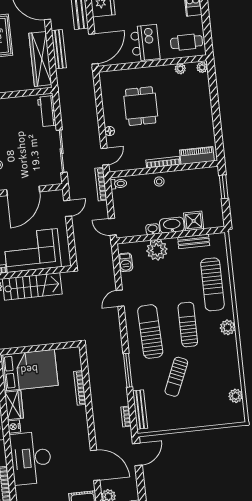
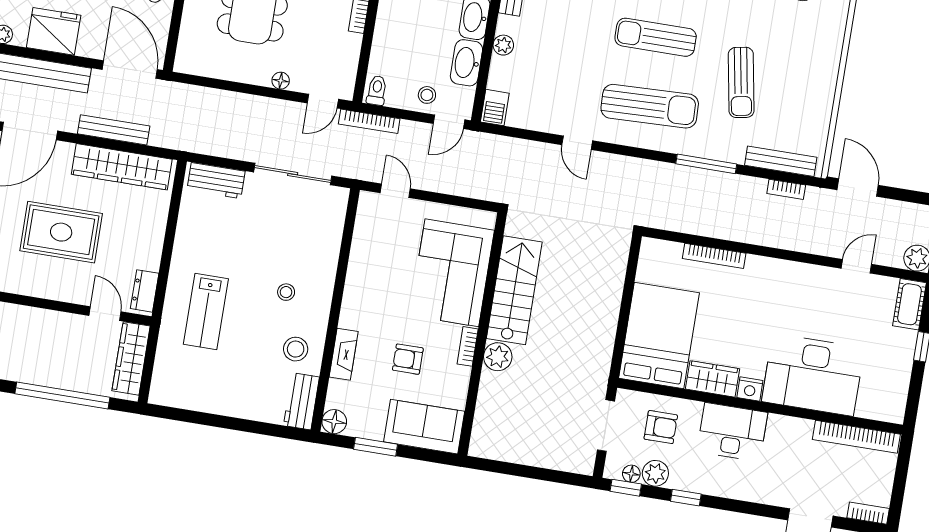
door: (105, 157) -> (323, 101), swing flipped
stool: (159, 181) -> (427, 95), moved
door: (23, 191) -> (343, 260), removed
washbasin: (153, 229) -> (466, 63), width x1.91, depth x1.45
plant: (157, 250) -> (503, 45), width x0.53, depth x0.53
barbecue: (125, 262) -> (495, 108), moved, turned 90
sun lounger: (150, 332) -> (650, 106), turned 180
sun lounger: (176, 377) -> (741, 82), turned 57
door: (95, 465) -> (856, 266), width x0.53

